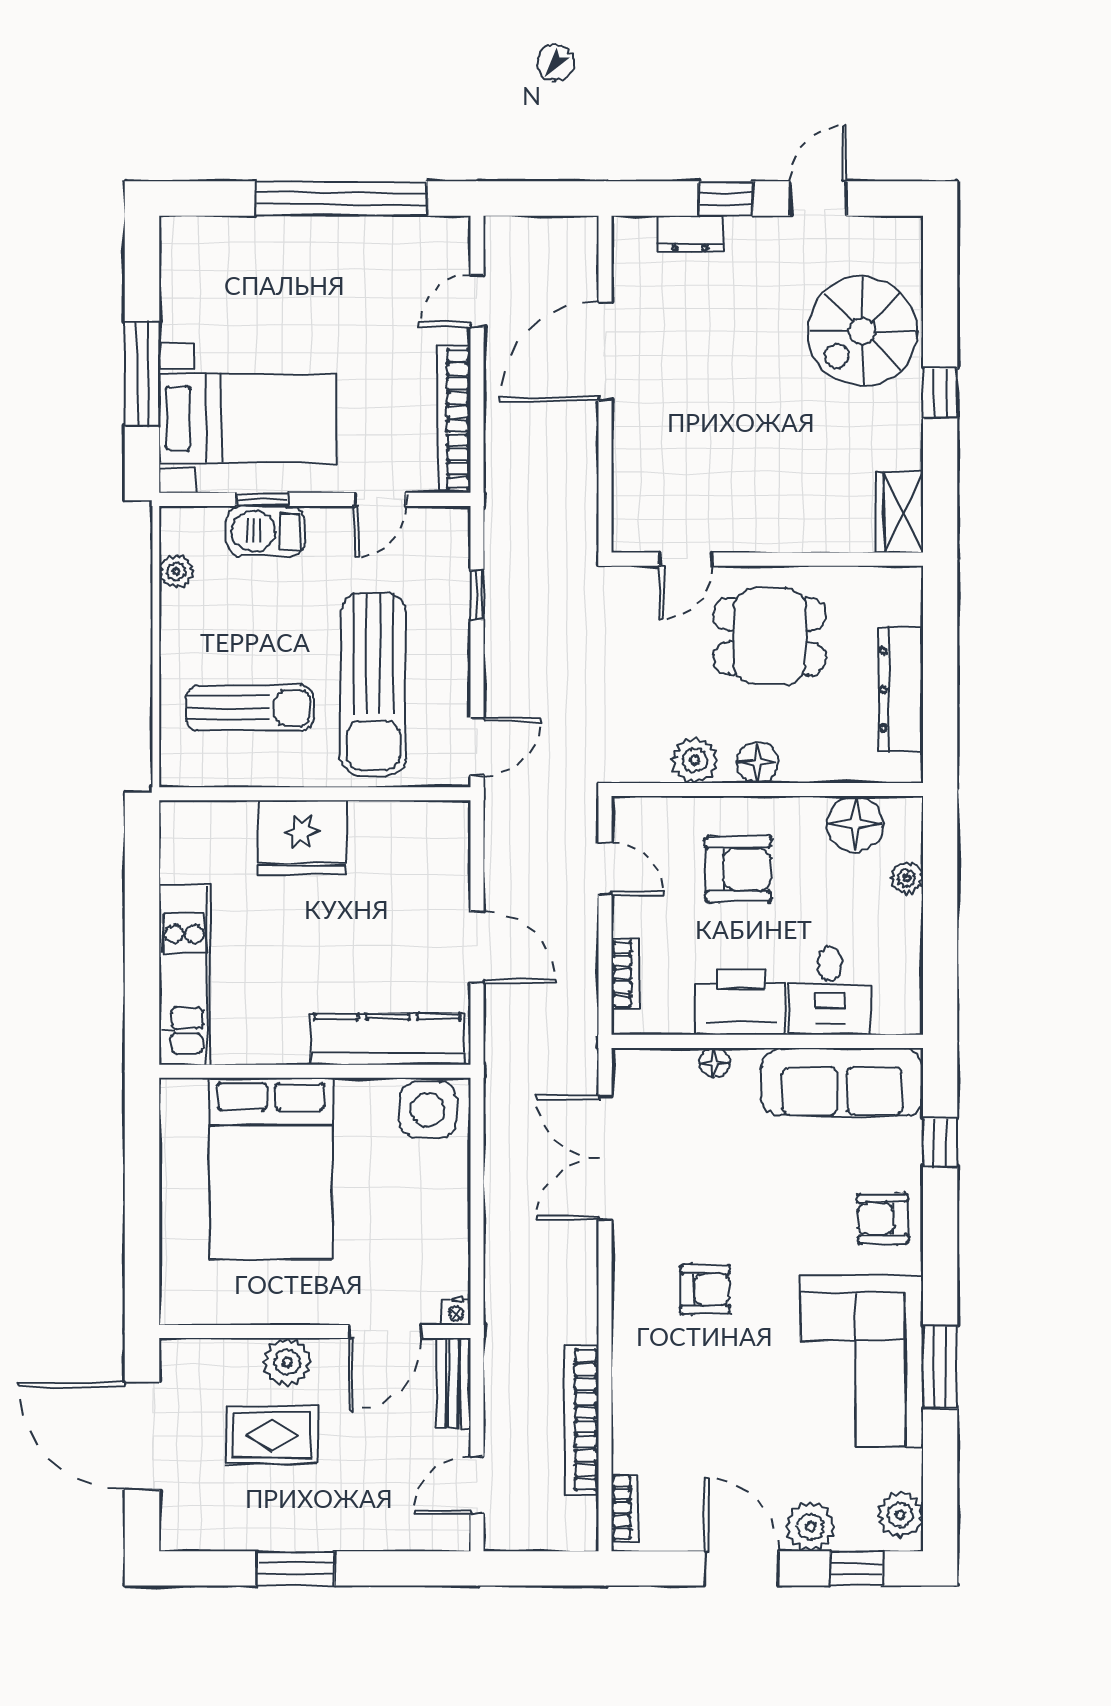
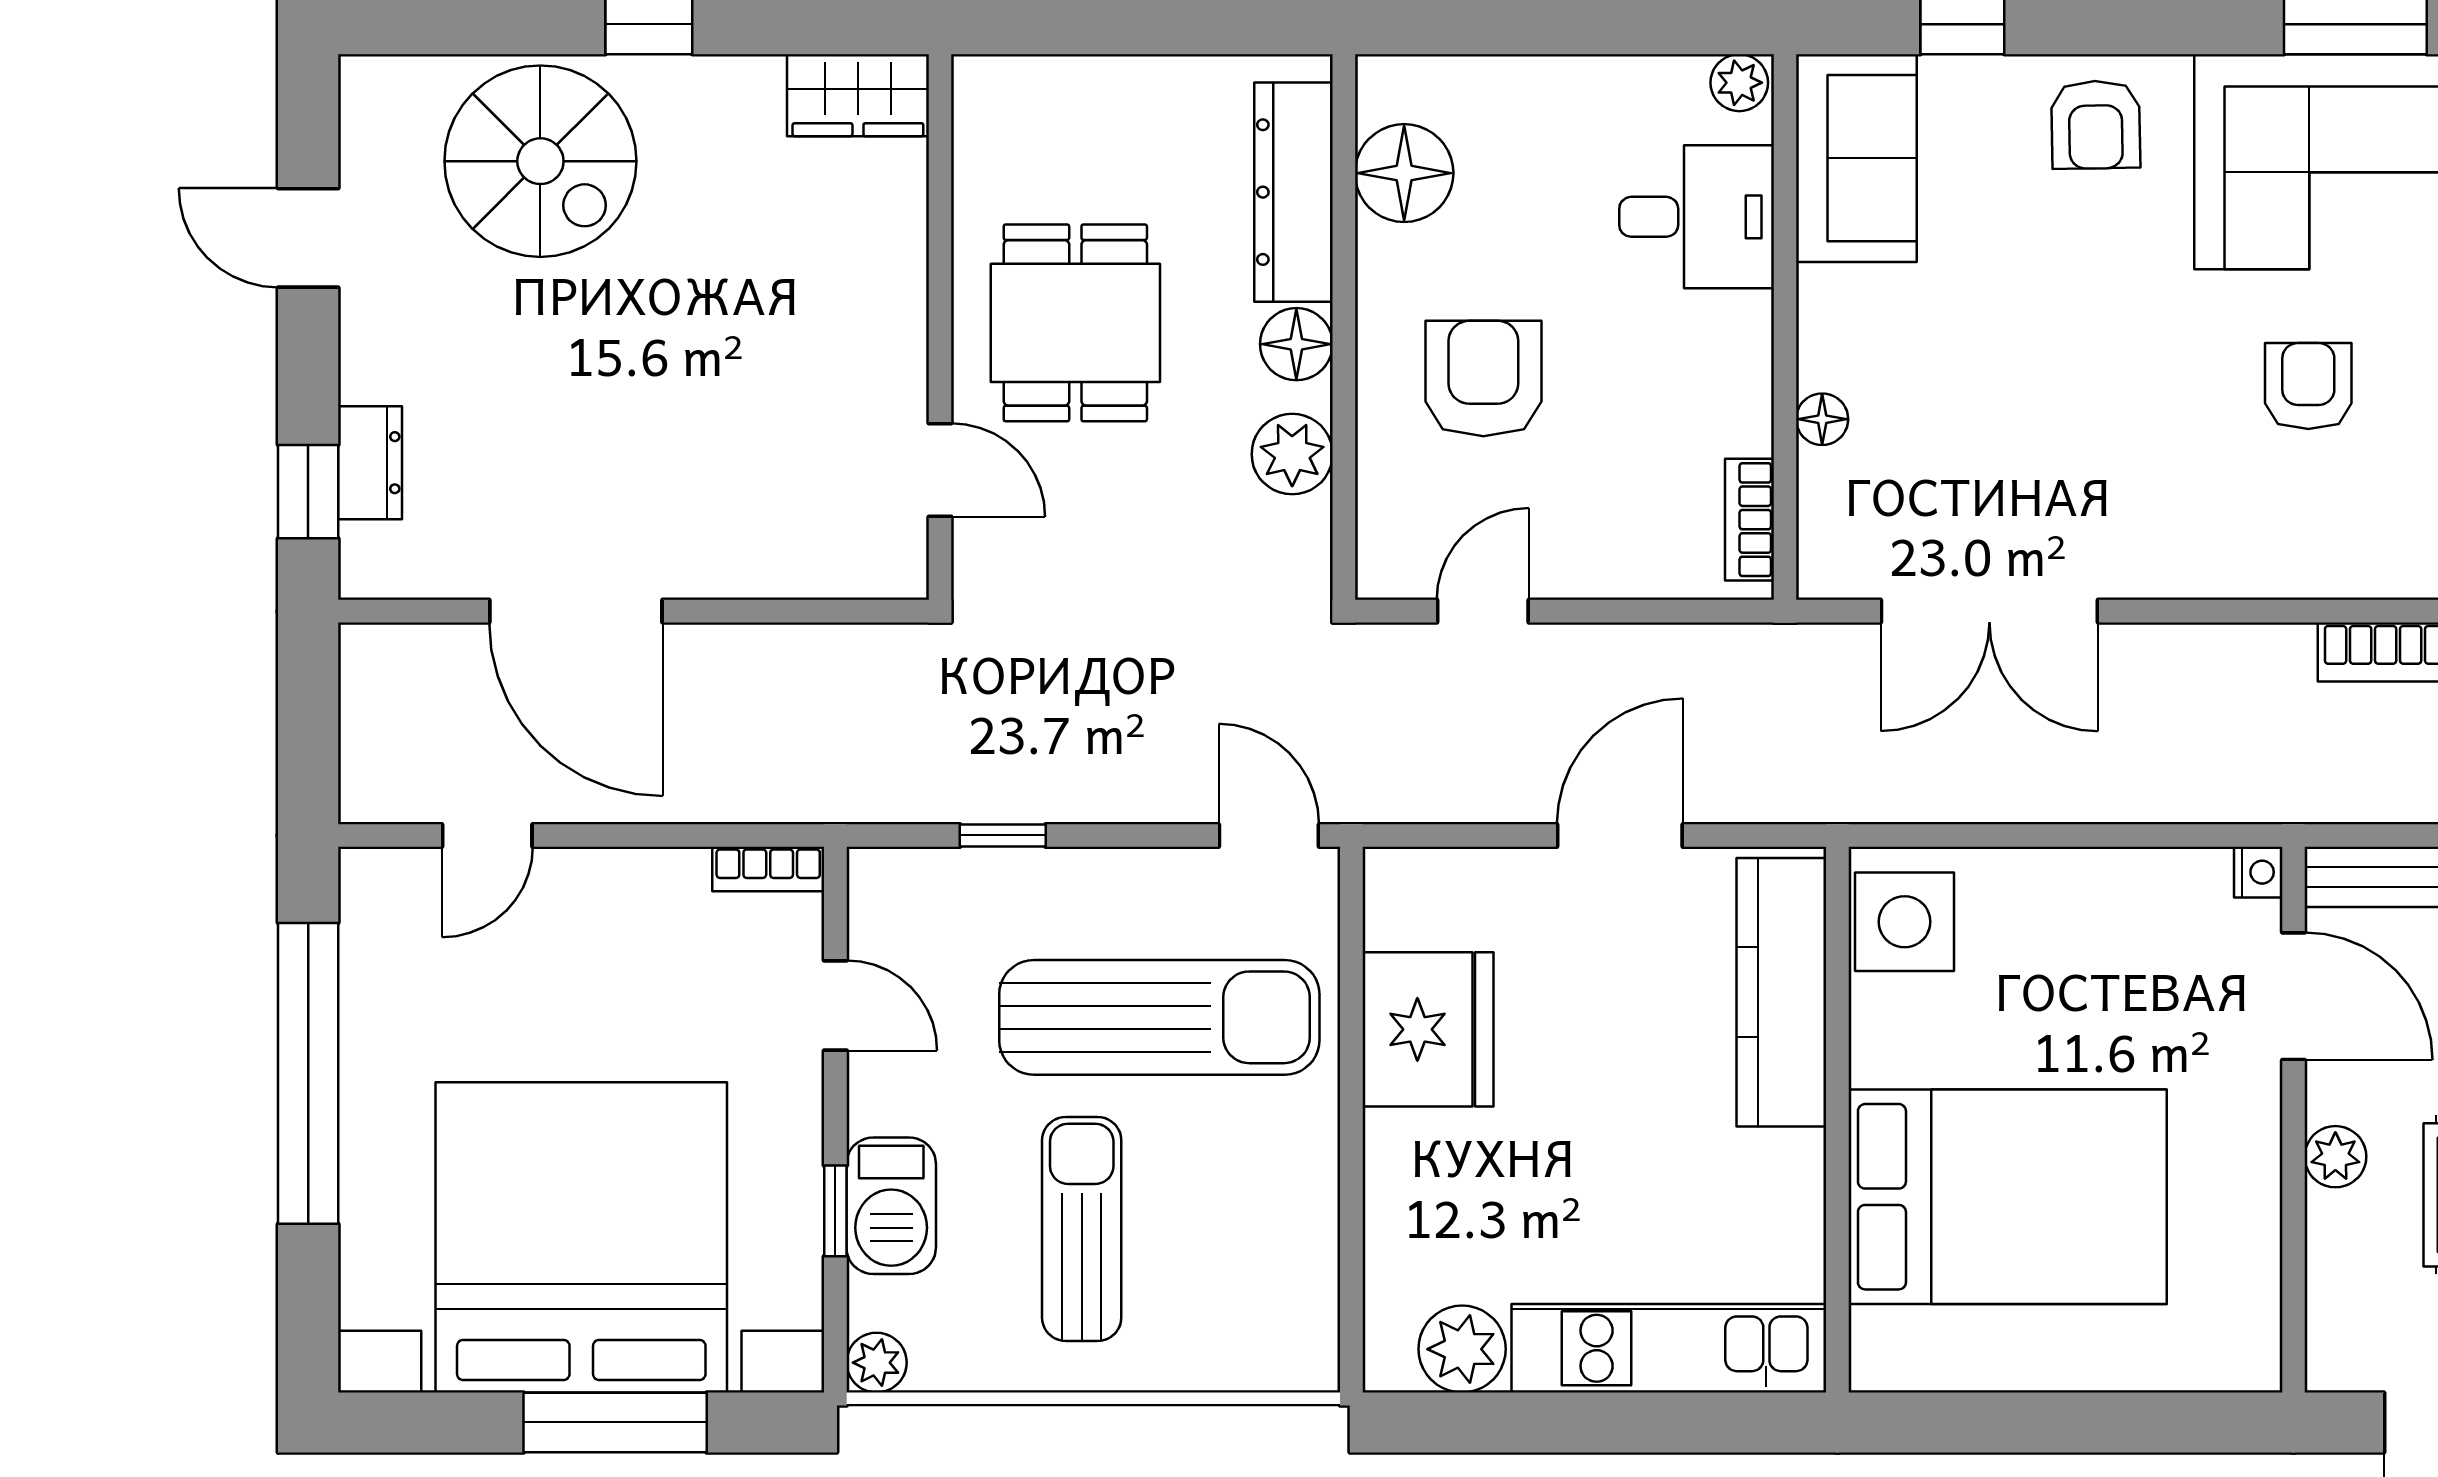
window: (726, 198) -> (308, 492), moved
door: (477, 301) -> (487, 835), hinge flipped
bed with nightstands: (248, 418) -> (581, 1237), width x1.85
bookcase: (454, 419) -> (768, 869), width x0.43, depth x0.76
plant: (176, 571) -> (877, 1363), moved
dresser: (901, 689) -> (1293, 192), moved, turned 90
sun lounger: (250, 708) -> (1082, 1229), moved
fridge: (301, 838) -> (1428, 1029), moved
plant: (184, 857) -> (1462, 1349), added
plant: (907, 878) -> (1739, 83), moved
bookcase: (625, 974) -> (1749, 520), moved, turned -90
printer: (741, 1002) -> (1717, 374), removed
sofa: (842, 1082) -> (1856, 158), width x0.73
armchair: (705, 1289) -> (2308, 386), moved
plant: (287, 1362) -> (2335, 1157), width x0.73, depth x0.73

